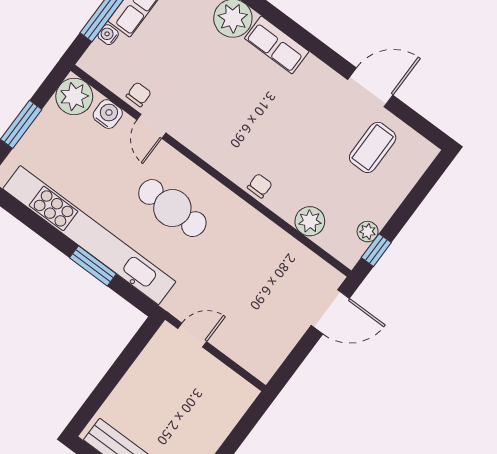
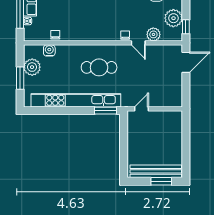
plant: (74, 96) -> (32, 67), moved
door: (151, 126) -> (138, 43), moved
plant: (368, 232) -> (173, 18), width x1.88, depth x1.88
window: (93, 266) -> (106, 111), moved

